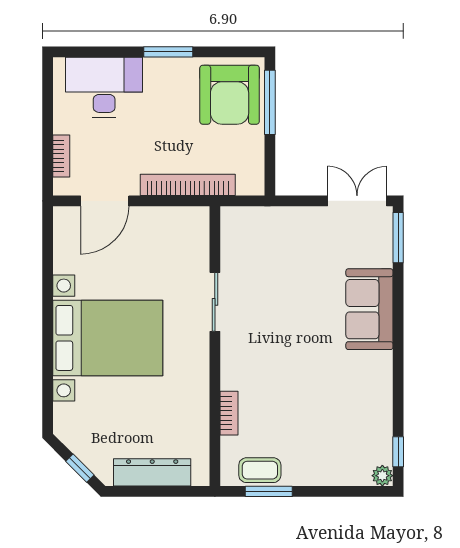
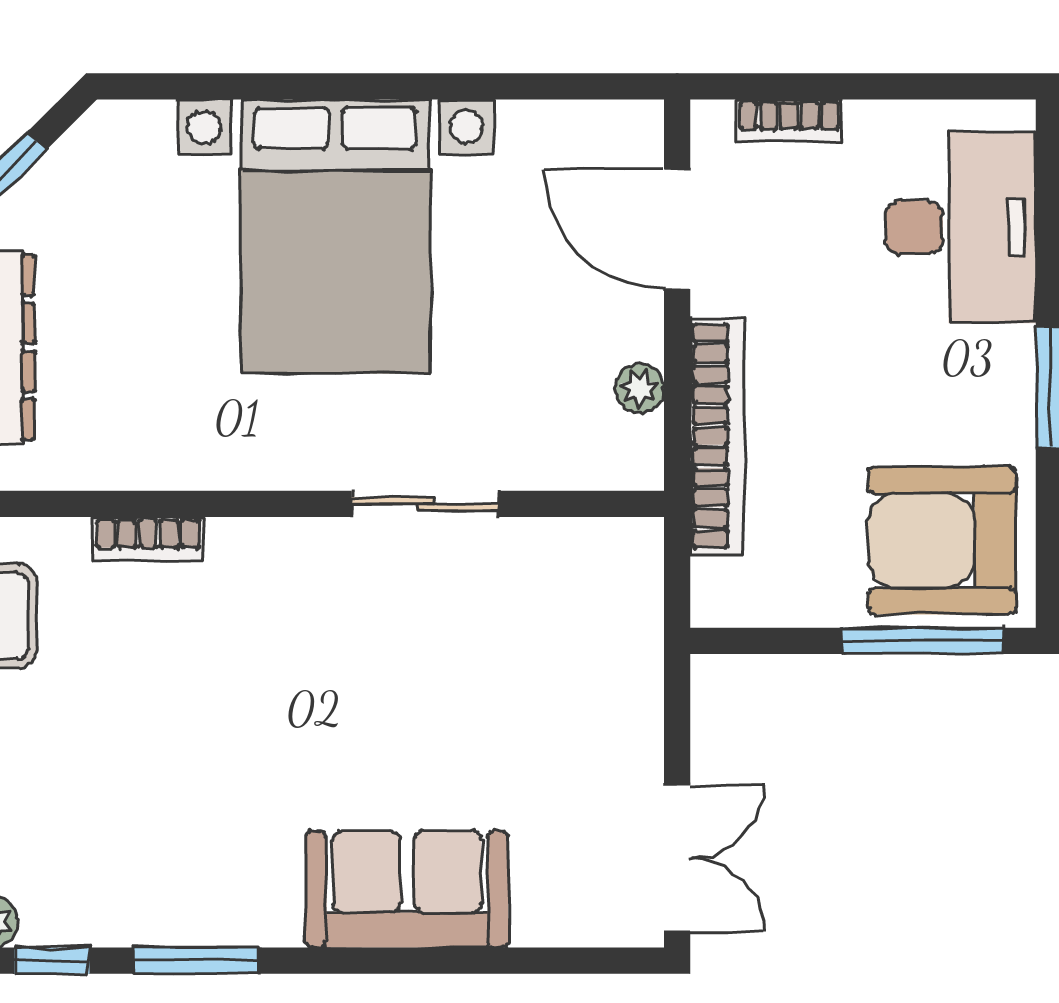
plant: (169, 216) -> (640, 388), added
window: (398, 238) -> (196, 961), moved

